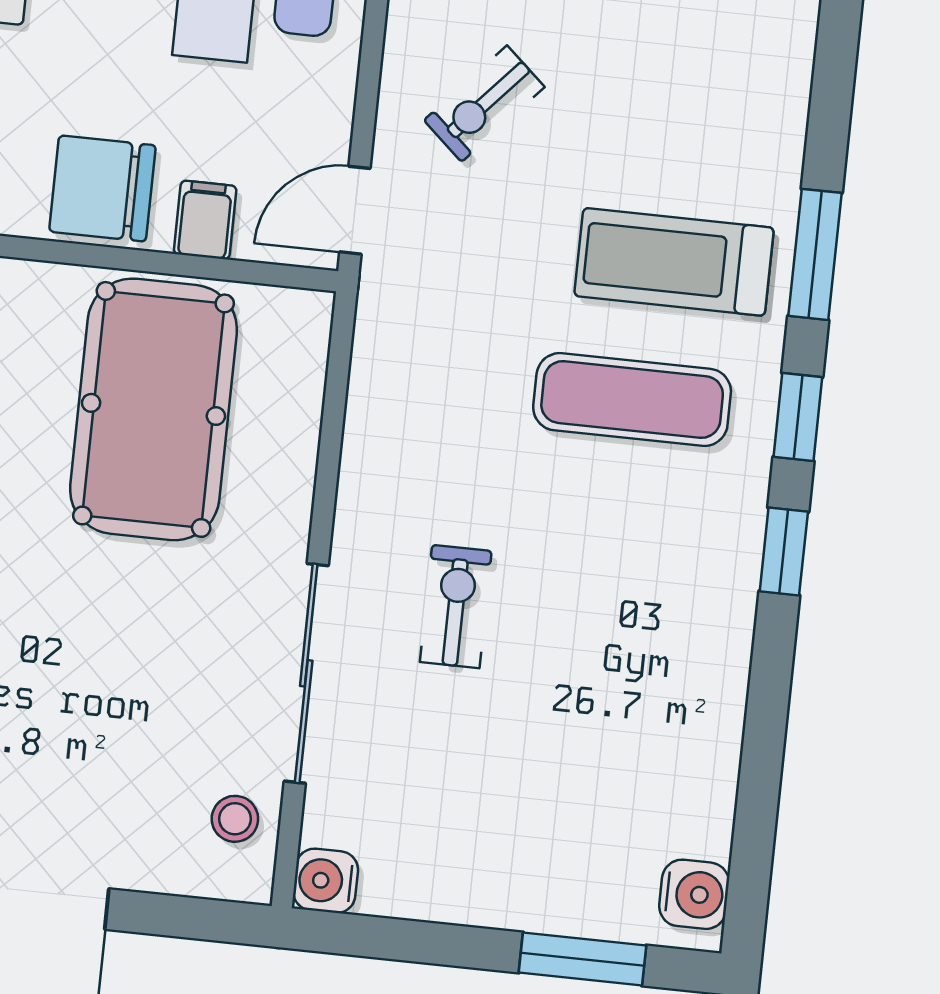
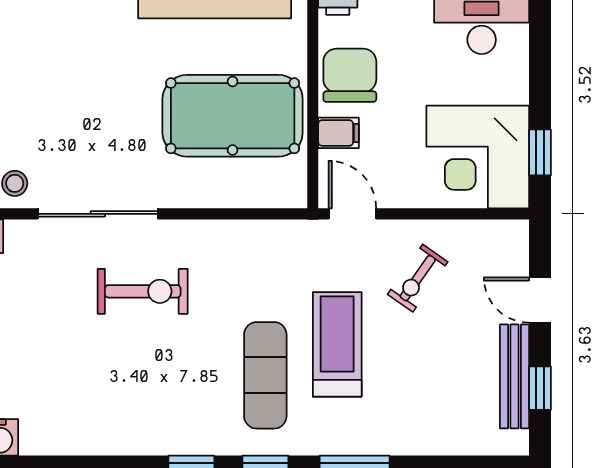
exercise bike: (484, 104) -> (418, 278), turned -97
treadmill: (674, 262) -> (337, 344), moved
exercise bike: (456, 607) -> (143, 291), width x1.38, depth x1.39

